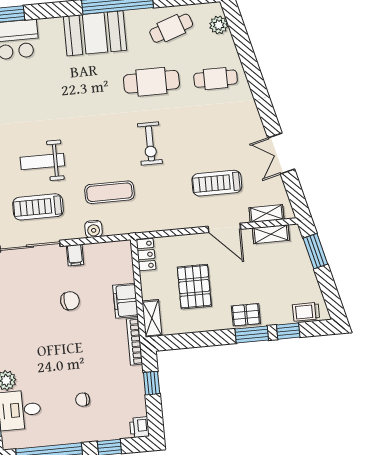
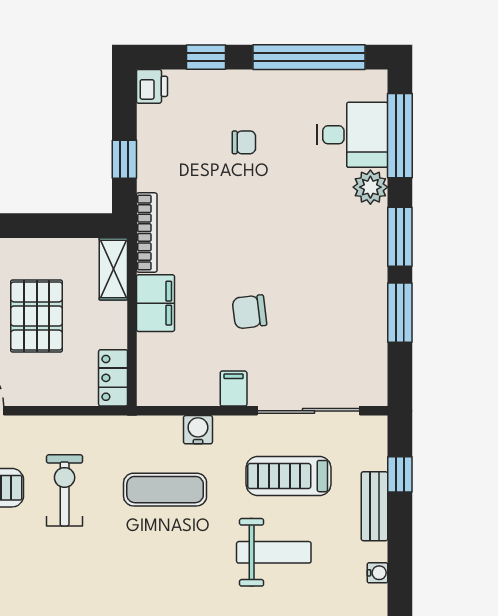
exercise bike: (150, 144) -> (65, 490), moved
treadmill: (38, 207) -> (289, 476), turned 180

